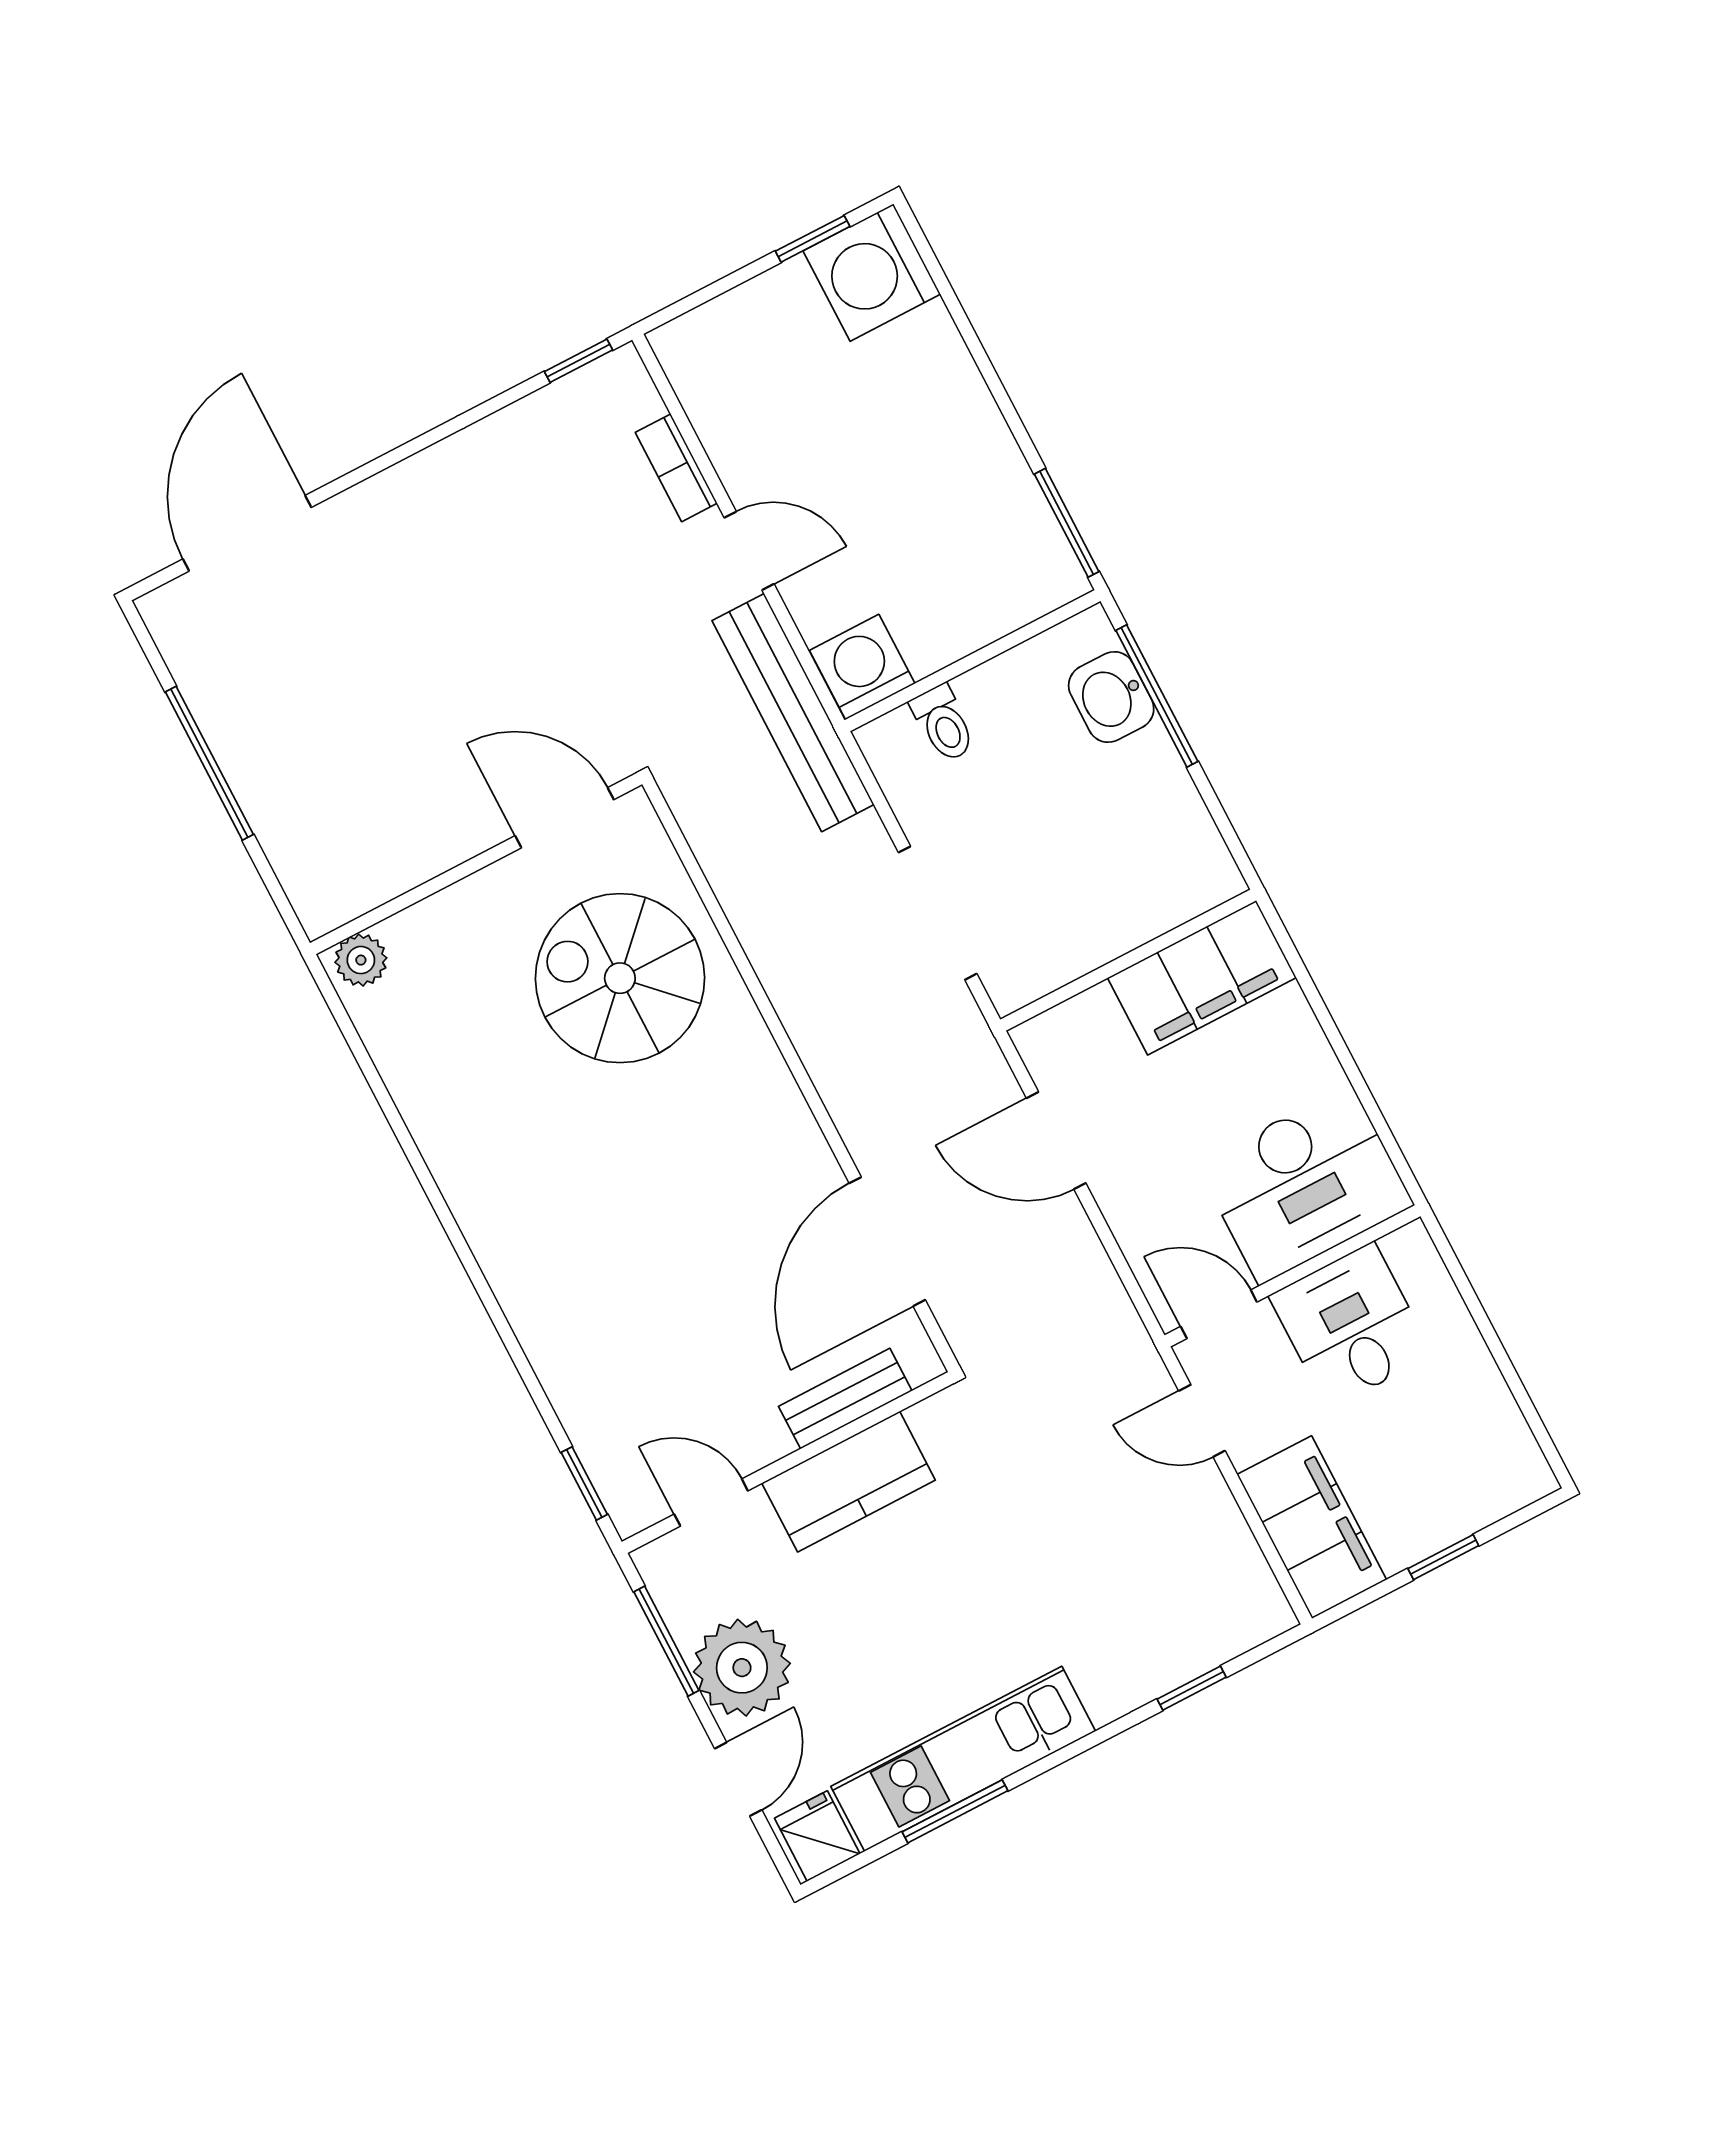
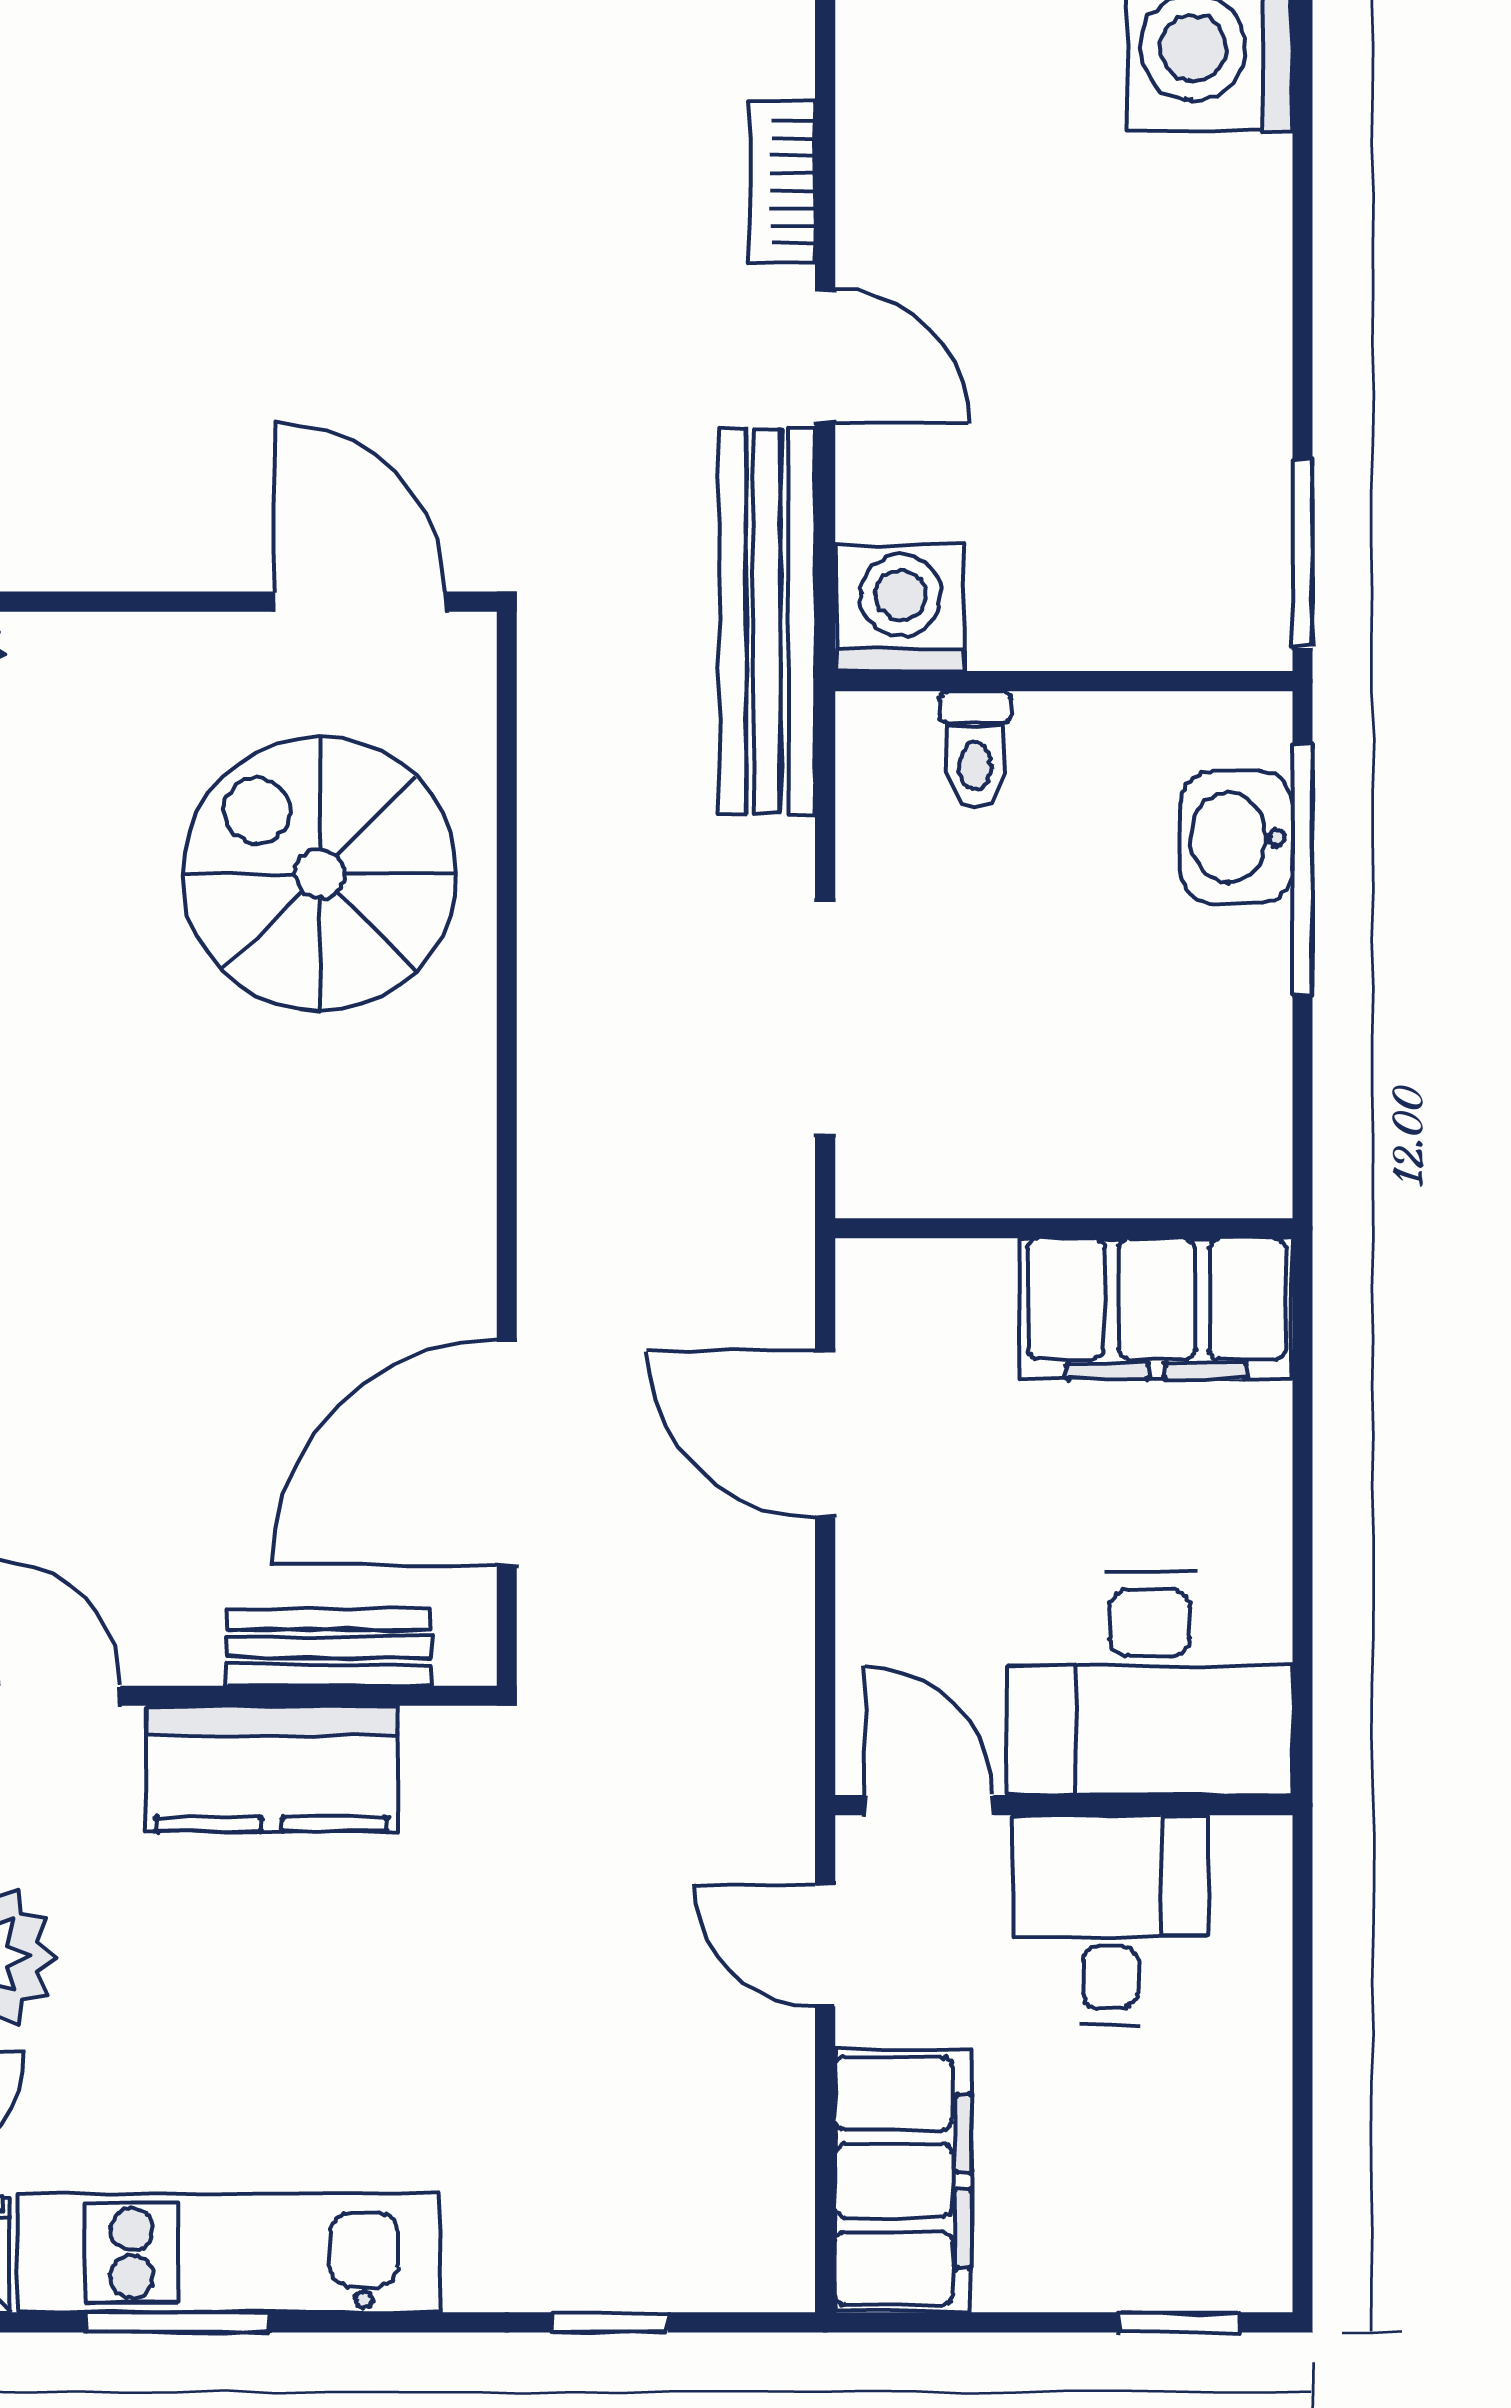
window: (1443, 1557) -> (1180, 2322), moved

